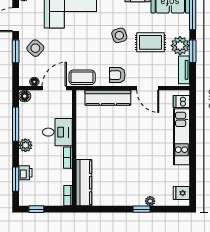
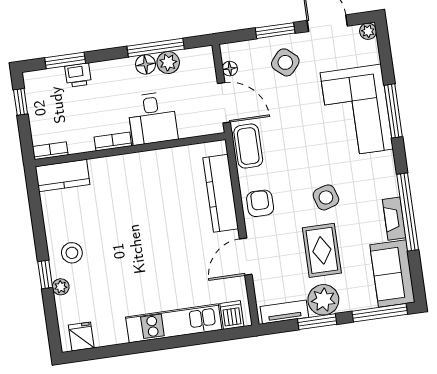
floor lamp: (25, 96) -> (146, 64), moved
plant: (25, 145) -> (168, 63), moved
kitchen counter: (84, 183) -> (63, 175), width x0.67
stool: (131, 191) -> (72, 253), added

